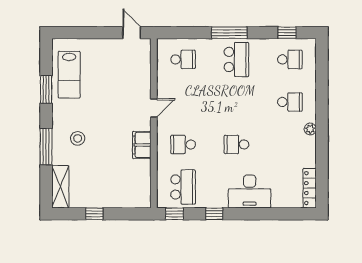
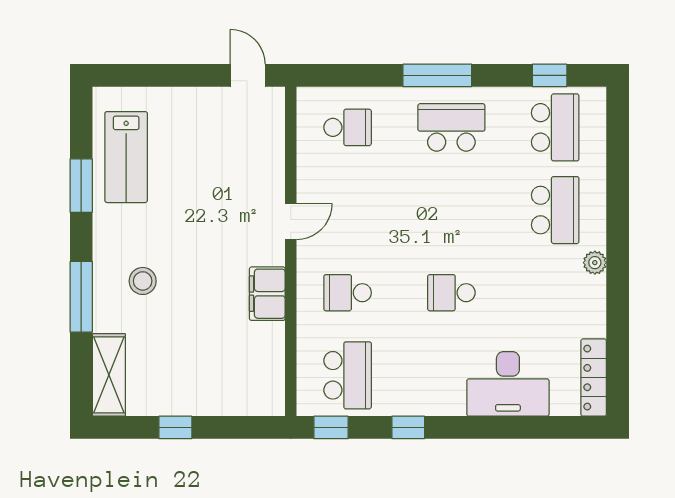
school desk: (236, 59) -> (451, 127), turned -90
school desk: (290, 59) -> (555, 127), width x1.85
school desk: (290, 102) -> (555, 210), width x1.85
desk: (250, 191) -> (508, 384), moved

